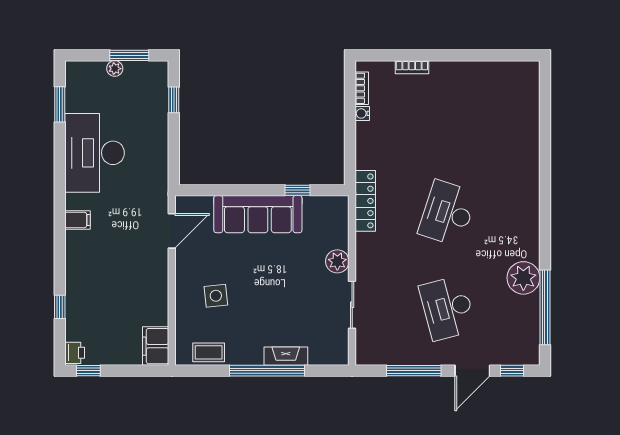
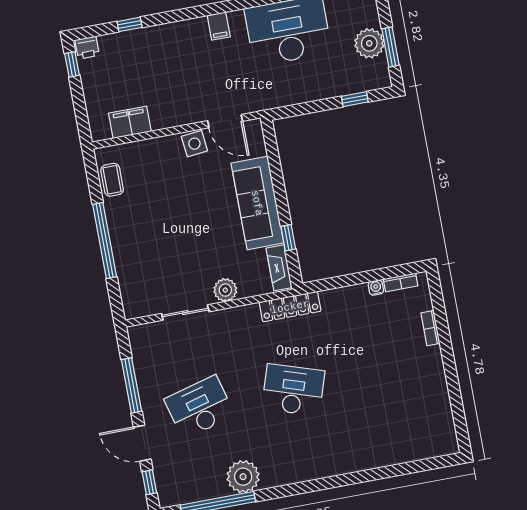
plant: (115, 69) -> (369, 43), width x1.87, depth x1.87
side table: (216, 296) -> (194, 144), moved
filing cabinet: (156, 346) -> (130, 122), moved
fireplace: (286, 356) -> (279, 268), moved, turned 180

